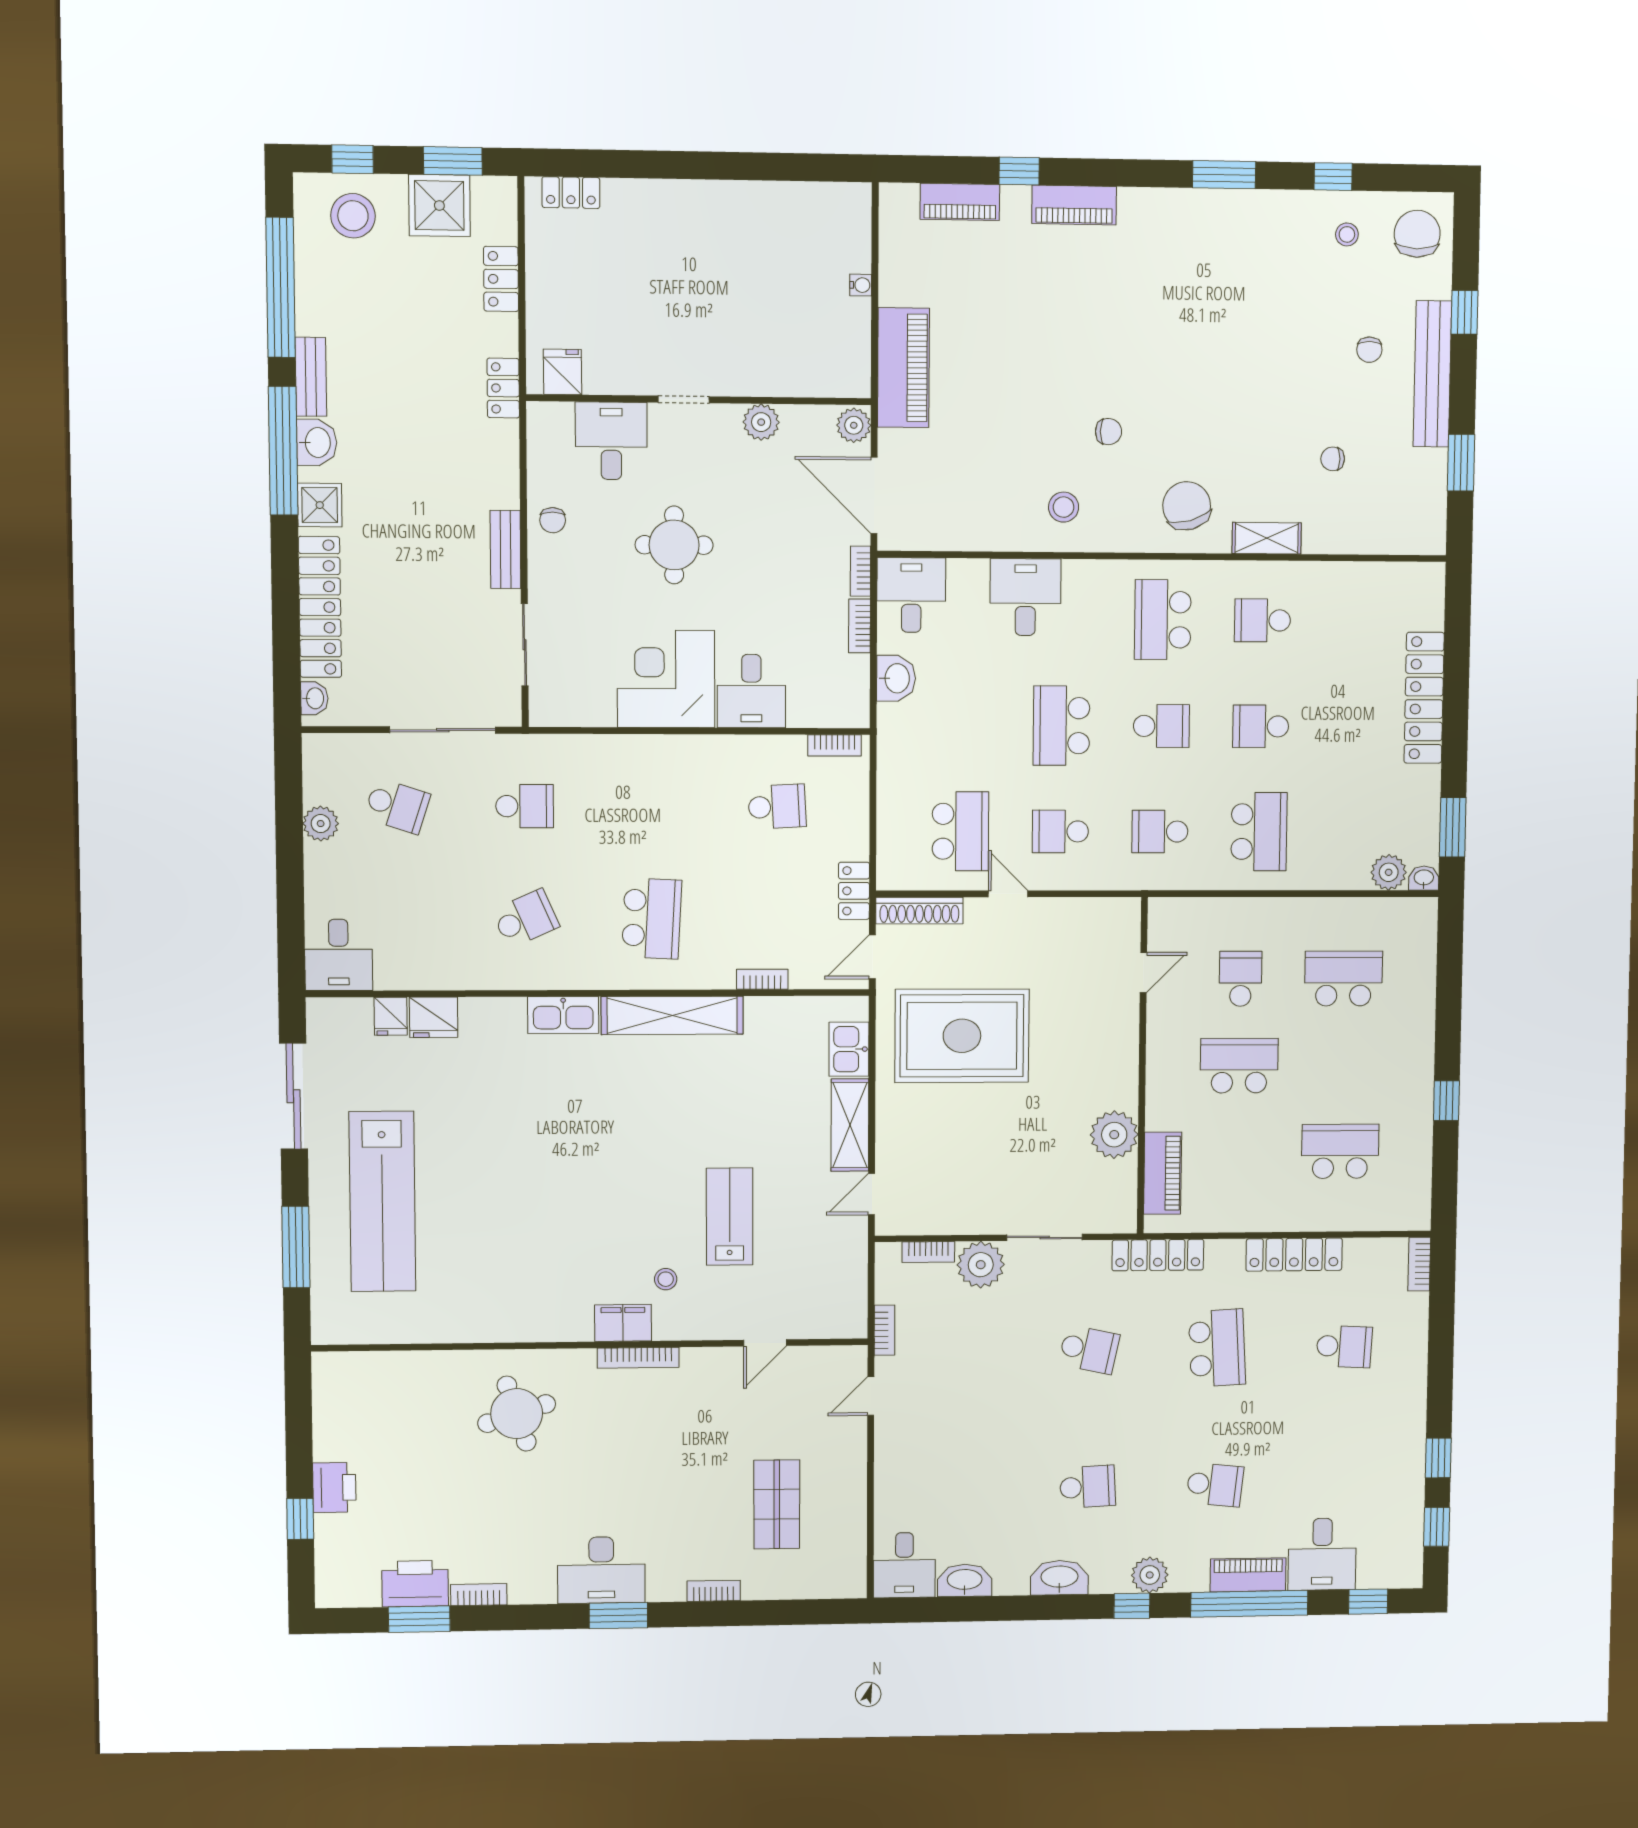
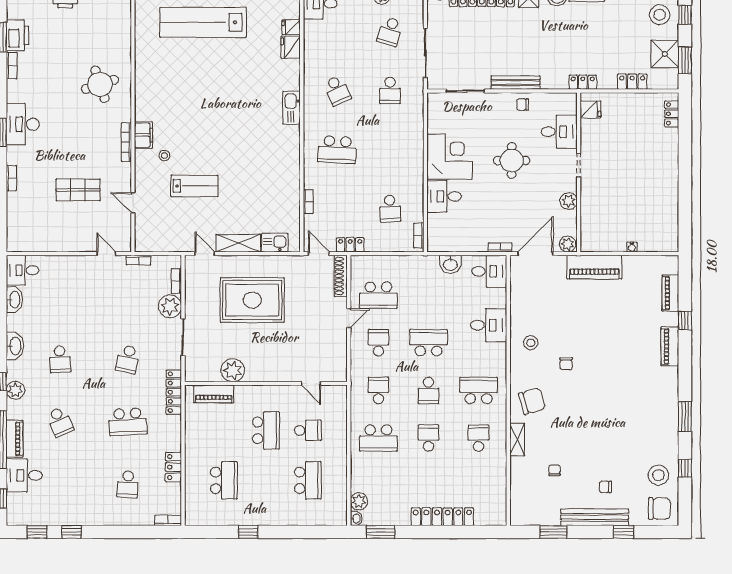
stool: (1347, 234) -> (658, 475), width x1.89, depth x1.89
bench: (505, 549) -> (516, 83), width x1.36
bookcase: (859, 626) -> (475, 247), removed
shelving: (672, 1015) -> (291, 159), removed
rug: (962, 1036) -> (252, 300), moved, turned 90
locker: (1294, 1255) -> (173, 467), width x0.66
school desk: (1215, 1485) -> (60, 422), turned -30
shop shelf: (777, 1504) -> (78, 190), moved

